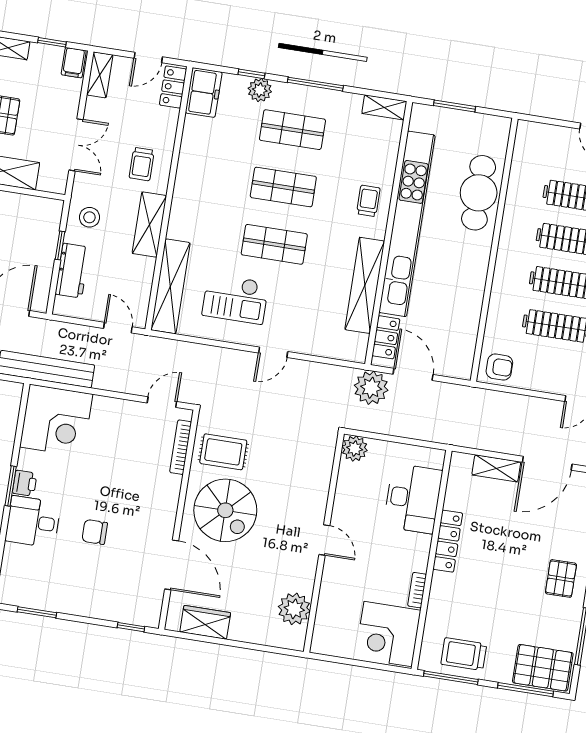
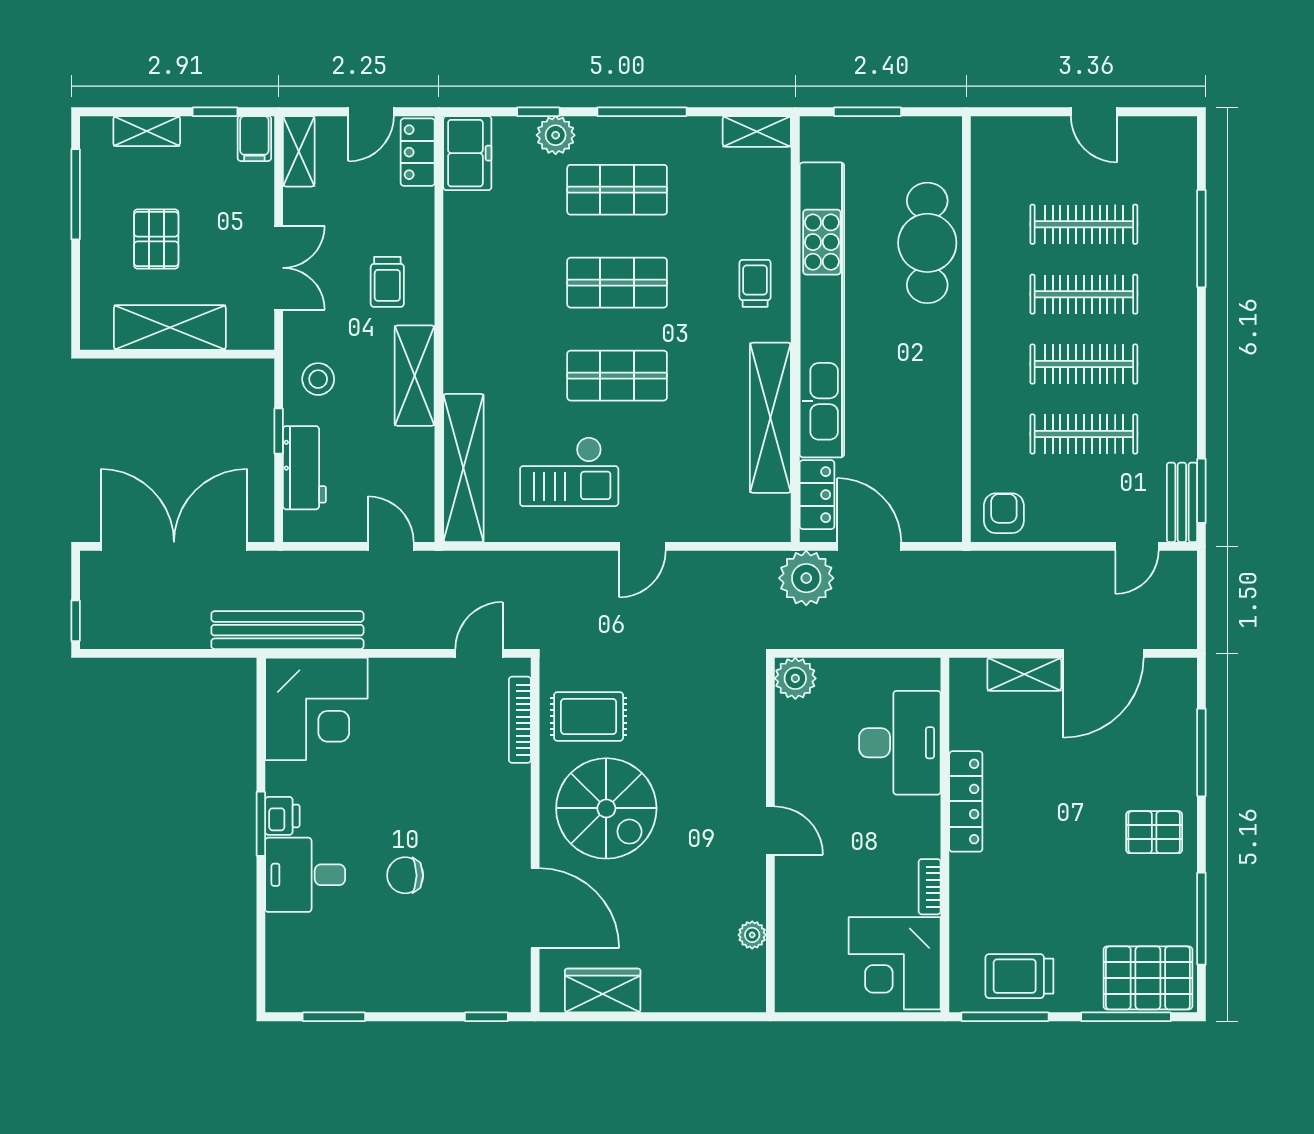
armchair: (499, 367) -> (1004, 513), turned -90
pallet: (561, 578) -> (1154, 832), turned 90
plant: (294, 609) -> (752, 935), width x0.53, depth x0.53

